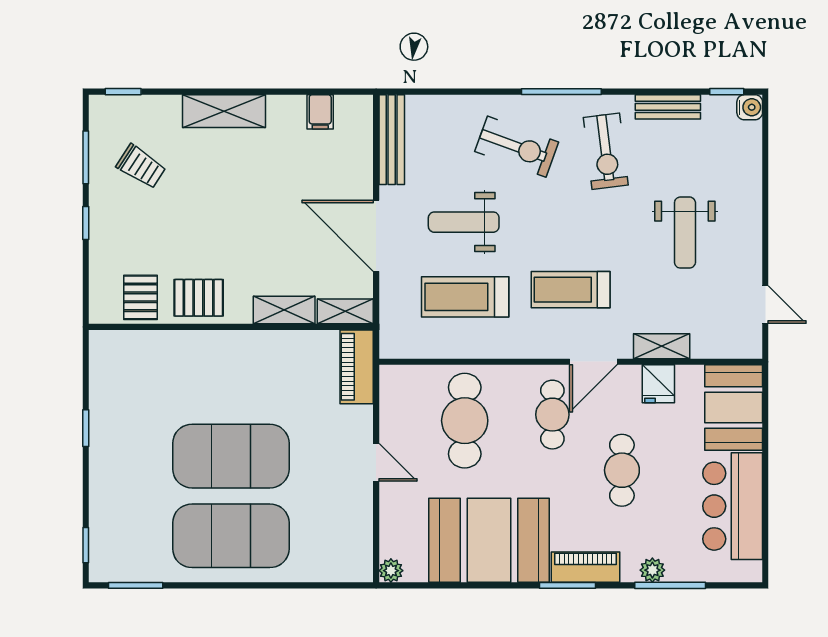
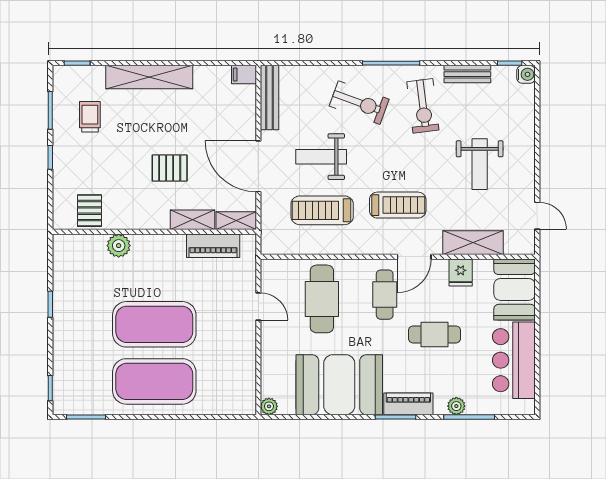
shelving: (224, 111) -> (149, 77), width x1.47
filing cabinet: (320, 112) -> (244, 75), moved, turned 90
trolley: (141, 167) -> (90, 117), turned -123
treadmill: (571, 290) -> (398, 205), turned 180
pallet: (199, 298) -> (170, 168), moved
plant: (181, 346) -> (119, 246), added
shelving: (662, 346) -> (473, 243), width x1.50, depth x1.33
piano: (357, 367) -> (213, 246), moved, turned -90
door: (376, 462) -> (258, 306), moved
cafe table: (622, 470) -> (435, 334), turned 90

